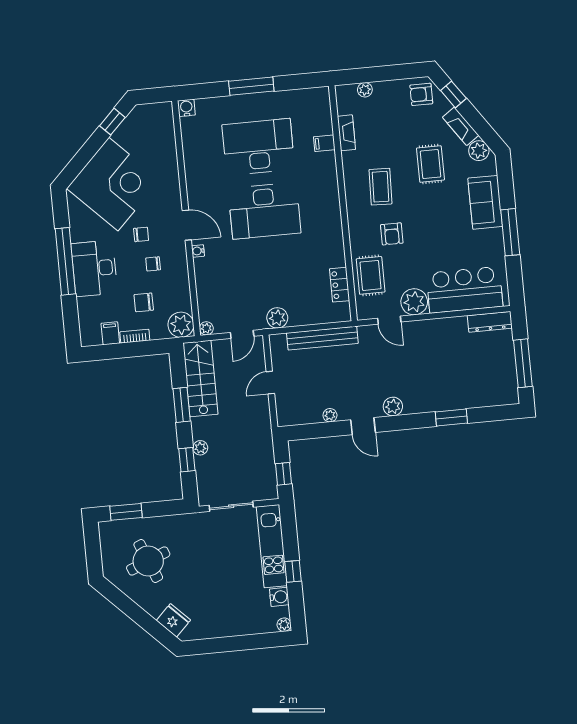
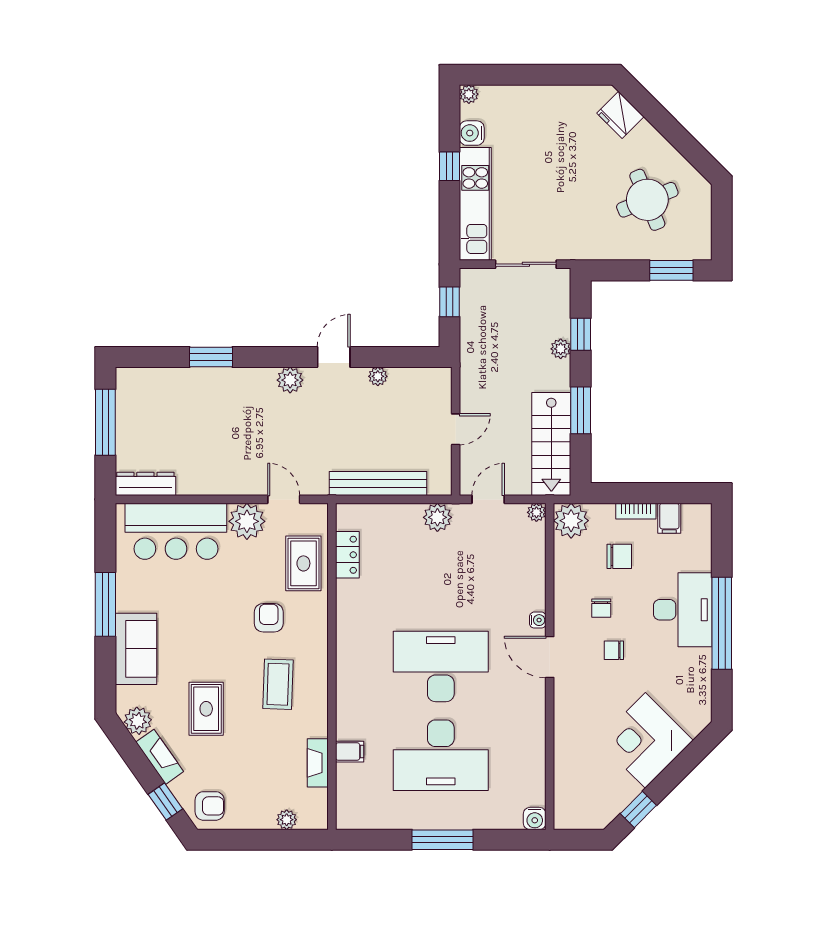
corner desk: (113, 184) -> (645, 740), width x0.74, depth x0.74
chair: (153, 264) -> (601, 608), turned 90
door: (363, 426) -> (334, 357), hinge flipped

